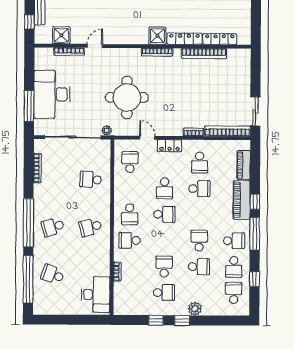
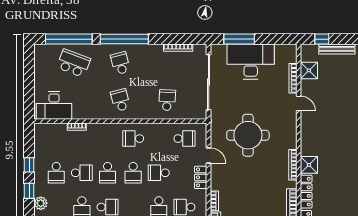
plant: (107, 131) -> (215, 116), removed
door: (147, 138) -> (209, 156), hinge flipped
school desk: (129, 240) -> (108, 173), moved, turned 180
school desk: (53, 274) -> (74, 63), width x1.85

